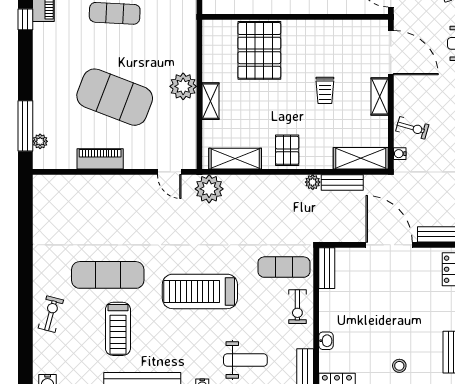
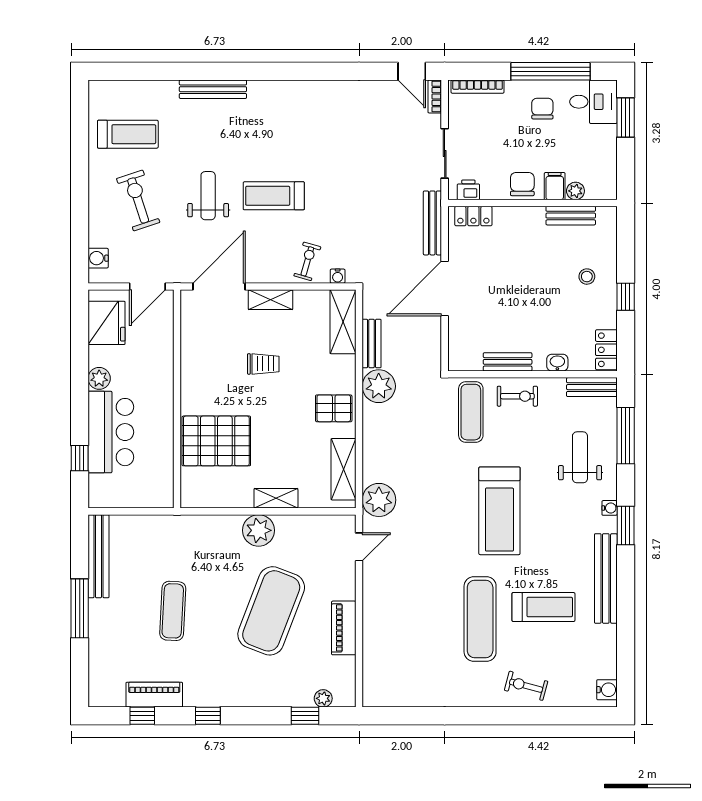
window: (25, 19) -> (208, 716), moved
window: (25, 126) -> (305, 716), width x0.46
plant: (313, 182) -> (379, 386), width x1.87, depth x1.87
bench: (327, 268) -> (508, 362), moved

